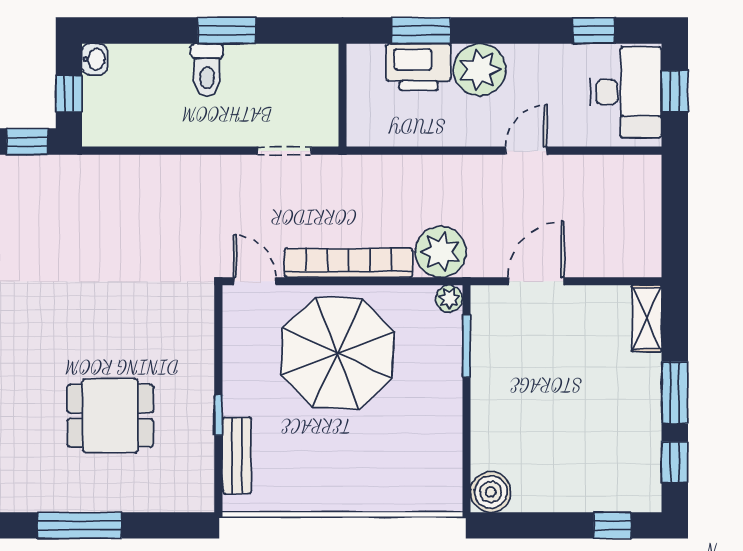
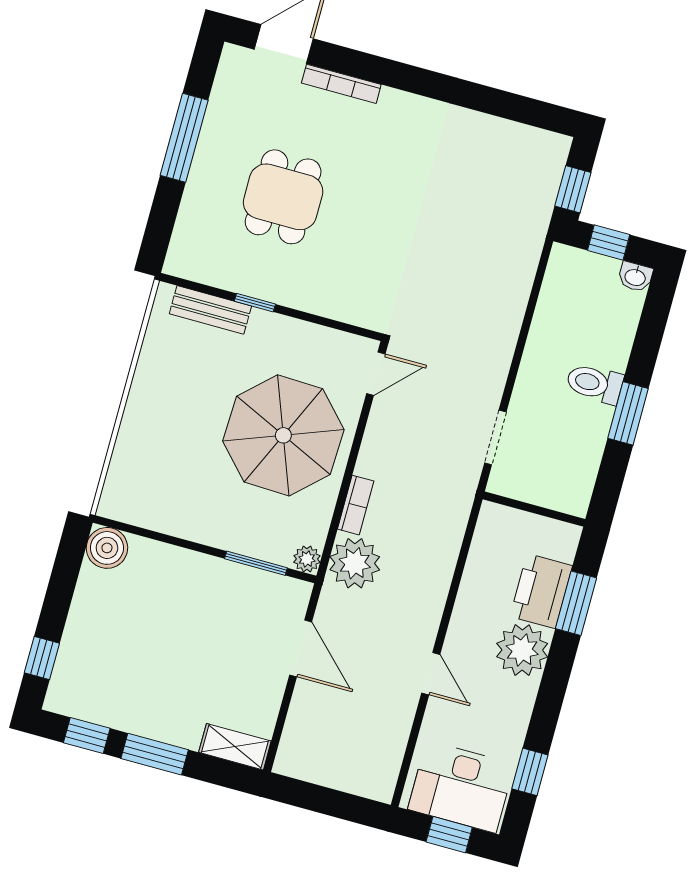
bookcase: (349, 263) -> (356, 505), width x0.43, depth x0.76

